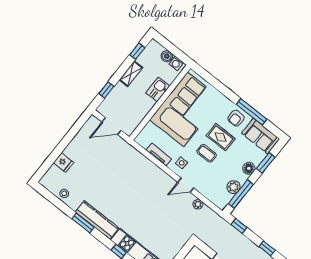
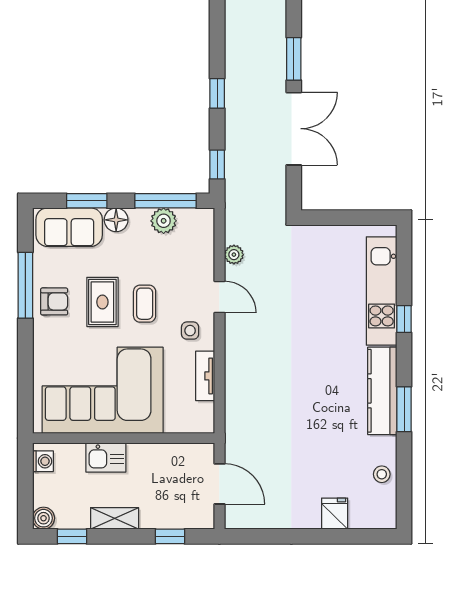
boiler: (167, 56) -> (44, 518), moved
sofa: (261, 136) -> (69, 227), moved, turned 90

